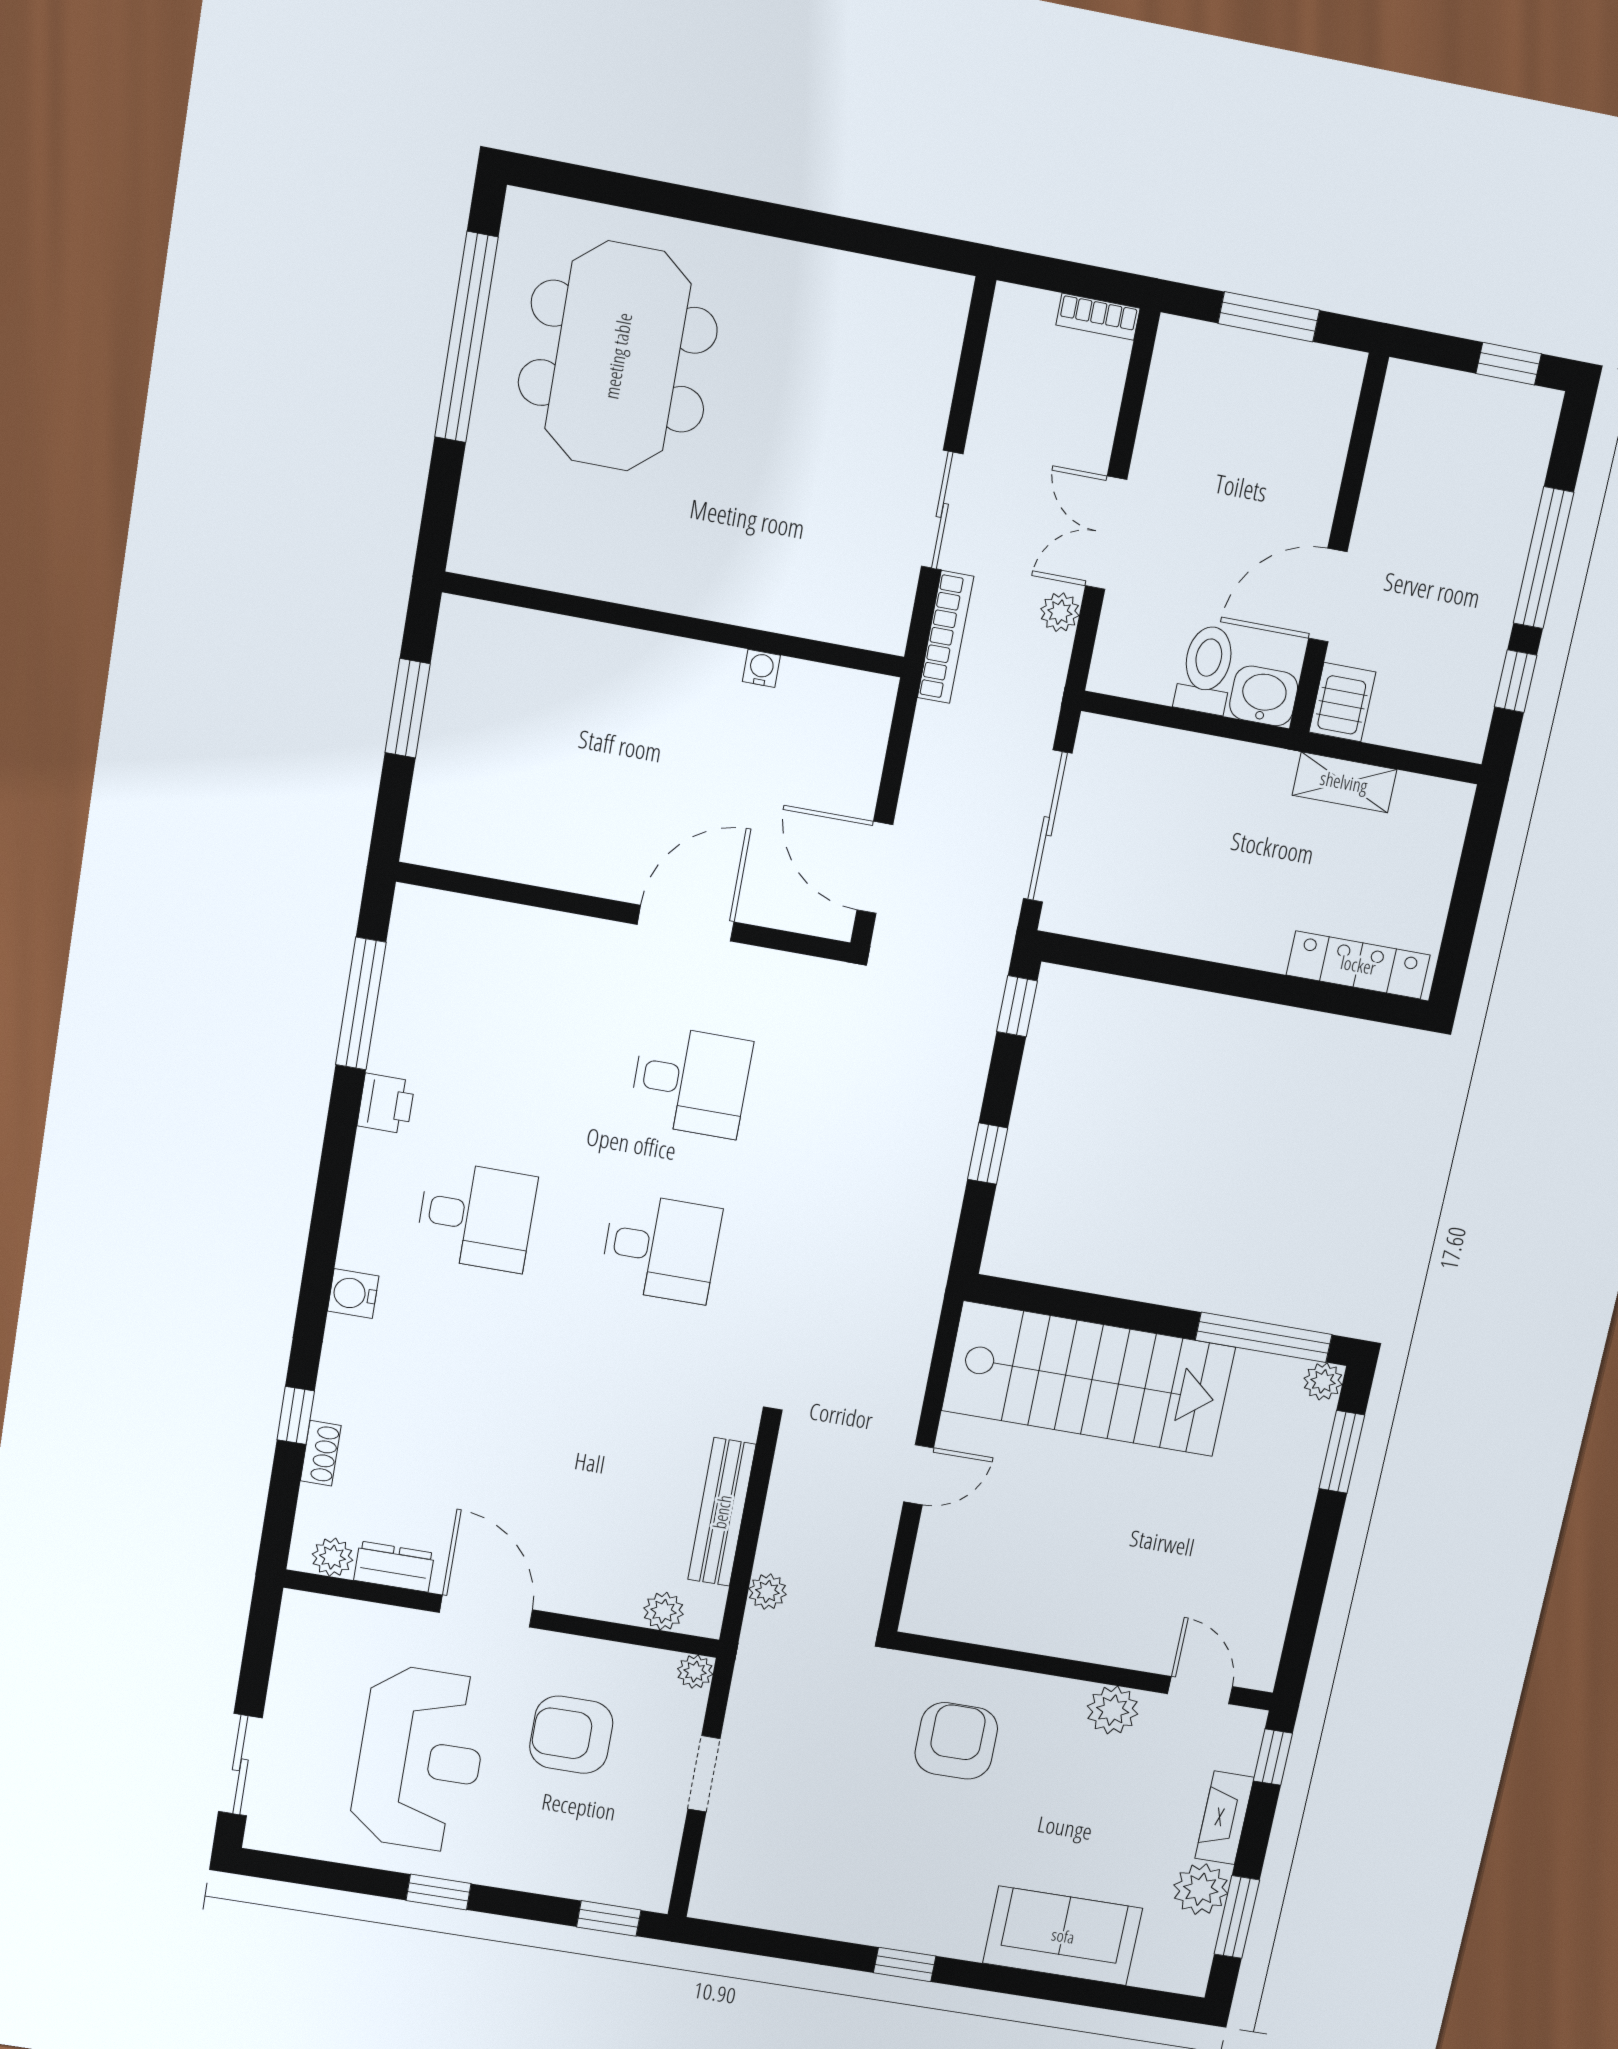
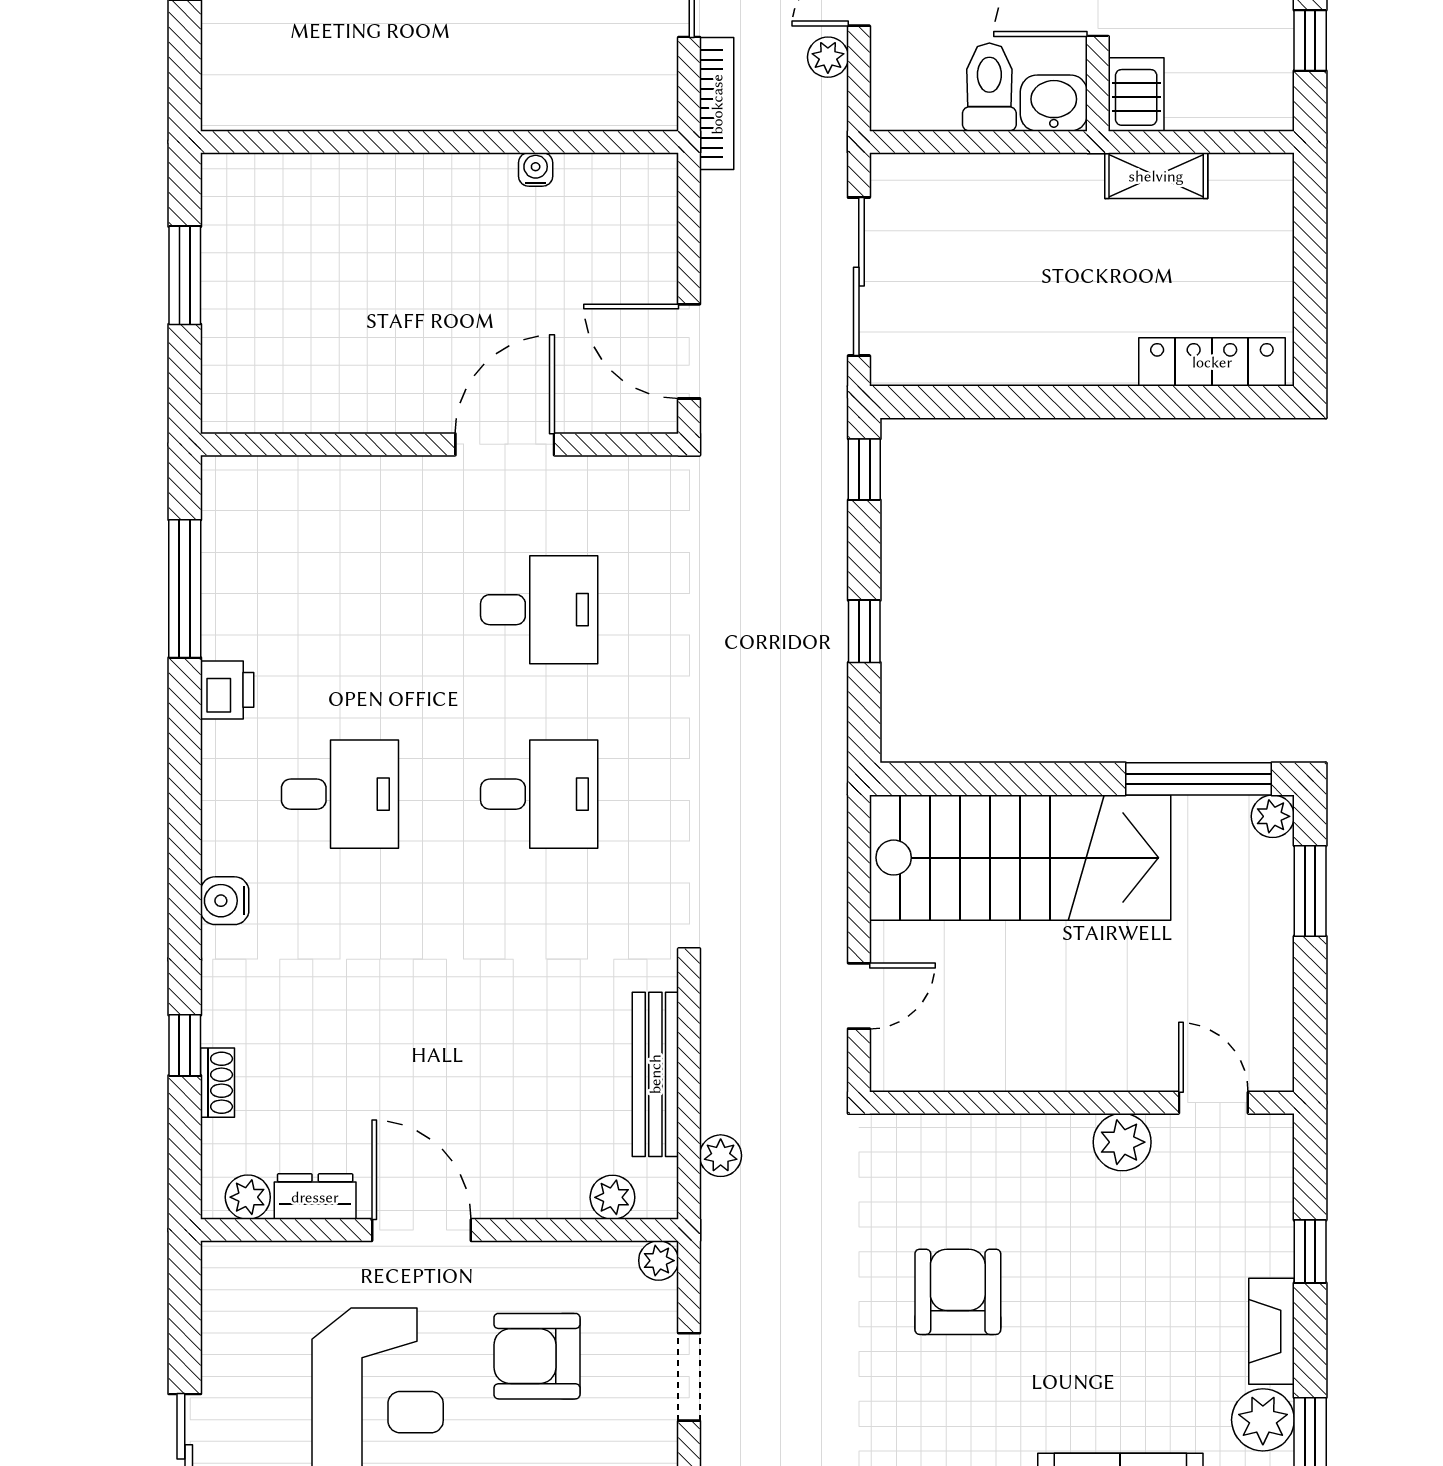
wall: (1084, 1671) -> (1082, 1103), moved
door: (1200, 1690) -> (1213, 1103), moved
plant: (1113, 1710) -> (1122, 1142), moved

